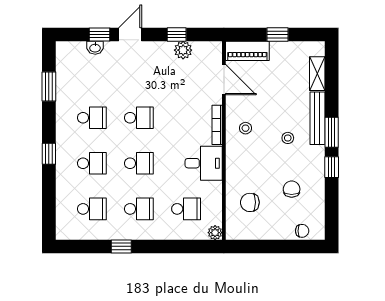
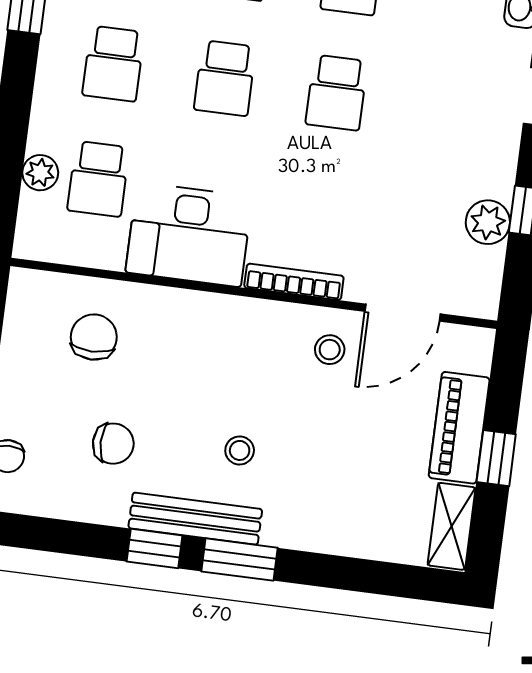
piano: (247, 51) -> (459, 428), moved
shelving: (317, 74) -> (452, 526), moved, turned 90
bench: (317, 118) -> (195, 519), moved
stool: (246, 128) -> (330, 350), moved
desk: (204, 163) -> (189, 235), width x1.37
plant: (215, 233) -> (40, 173), moved

